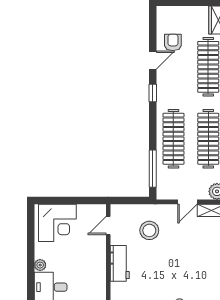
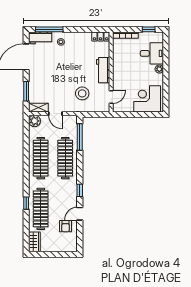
door: (187, 202) -> (55, 114), swing flipped

